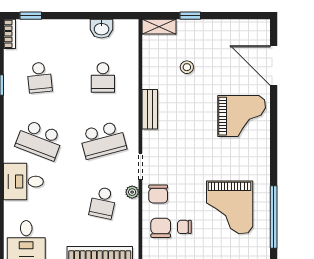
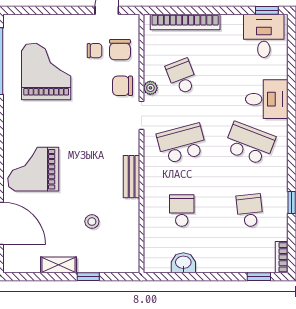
shelving: (159, 27) -> (59, 265), moved
chair: (158, 194) -> (123, 86), turned -90
school desk: (103, 203) -> (182, 77), turned -33

